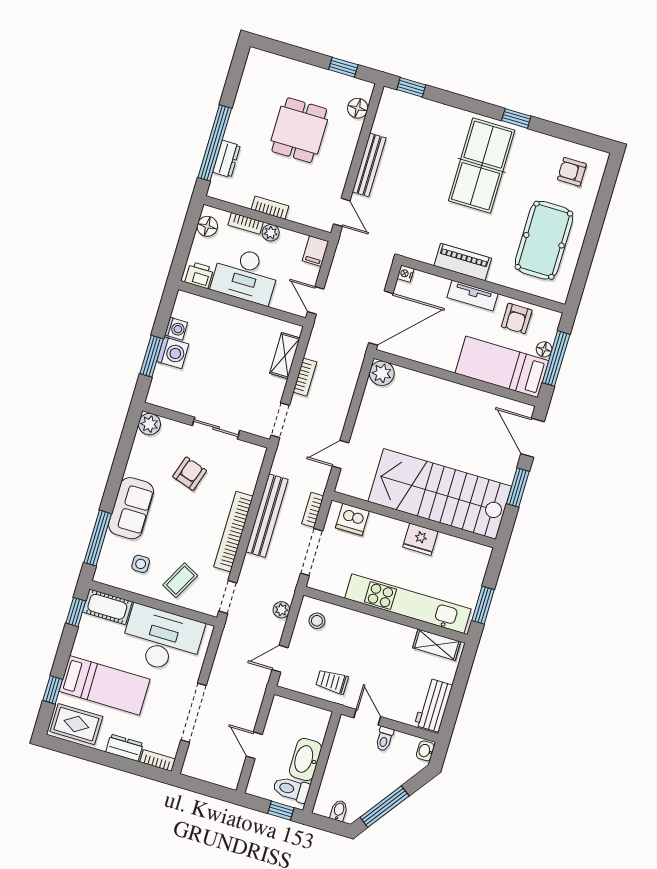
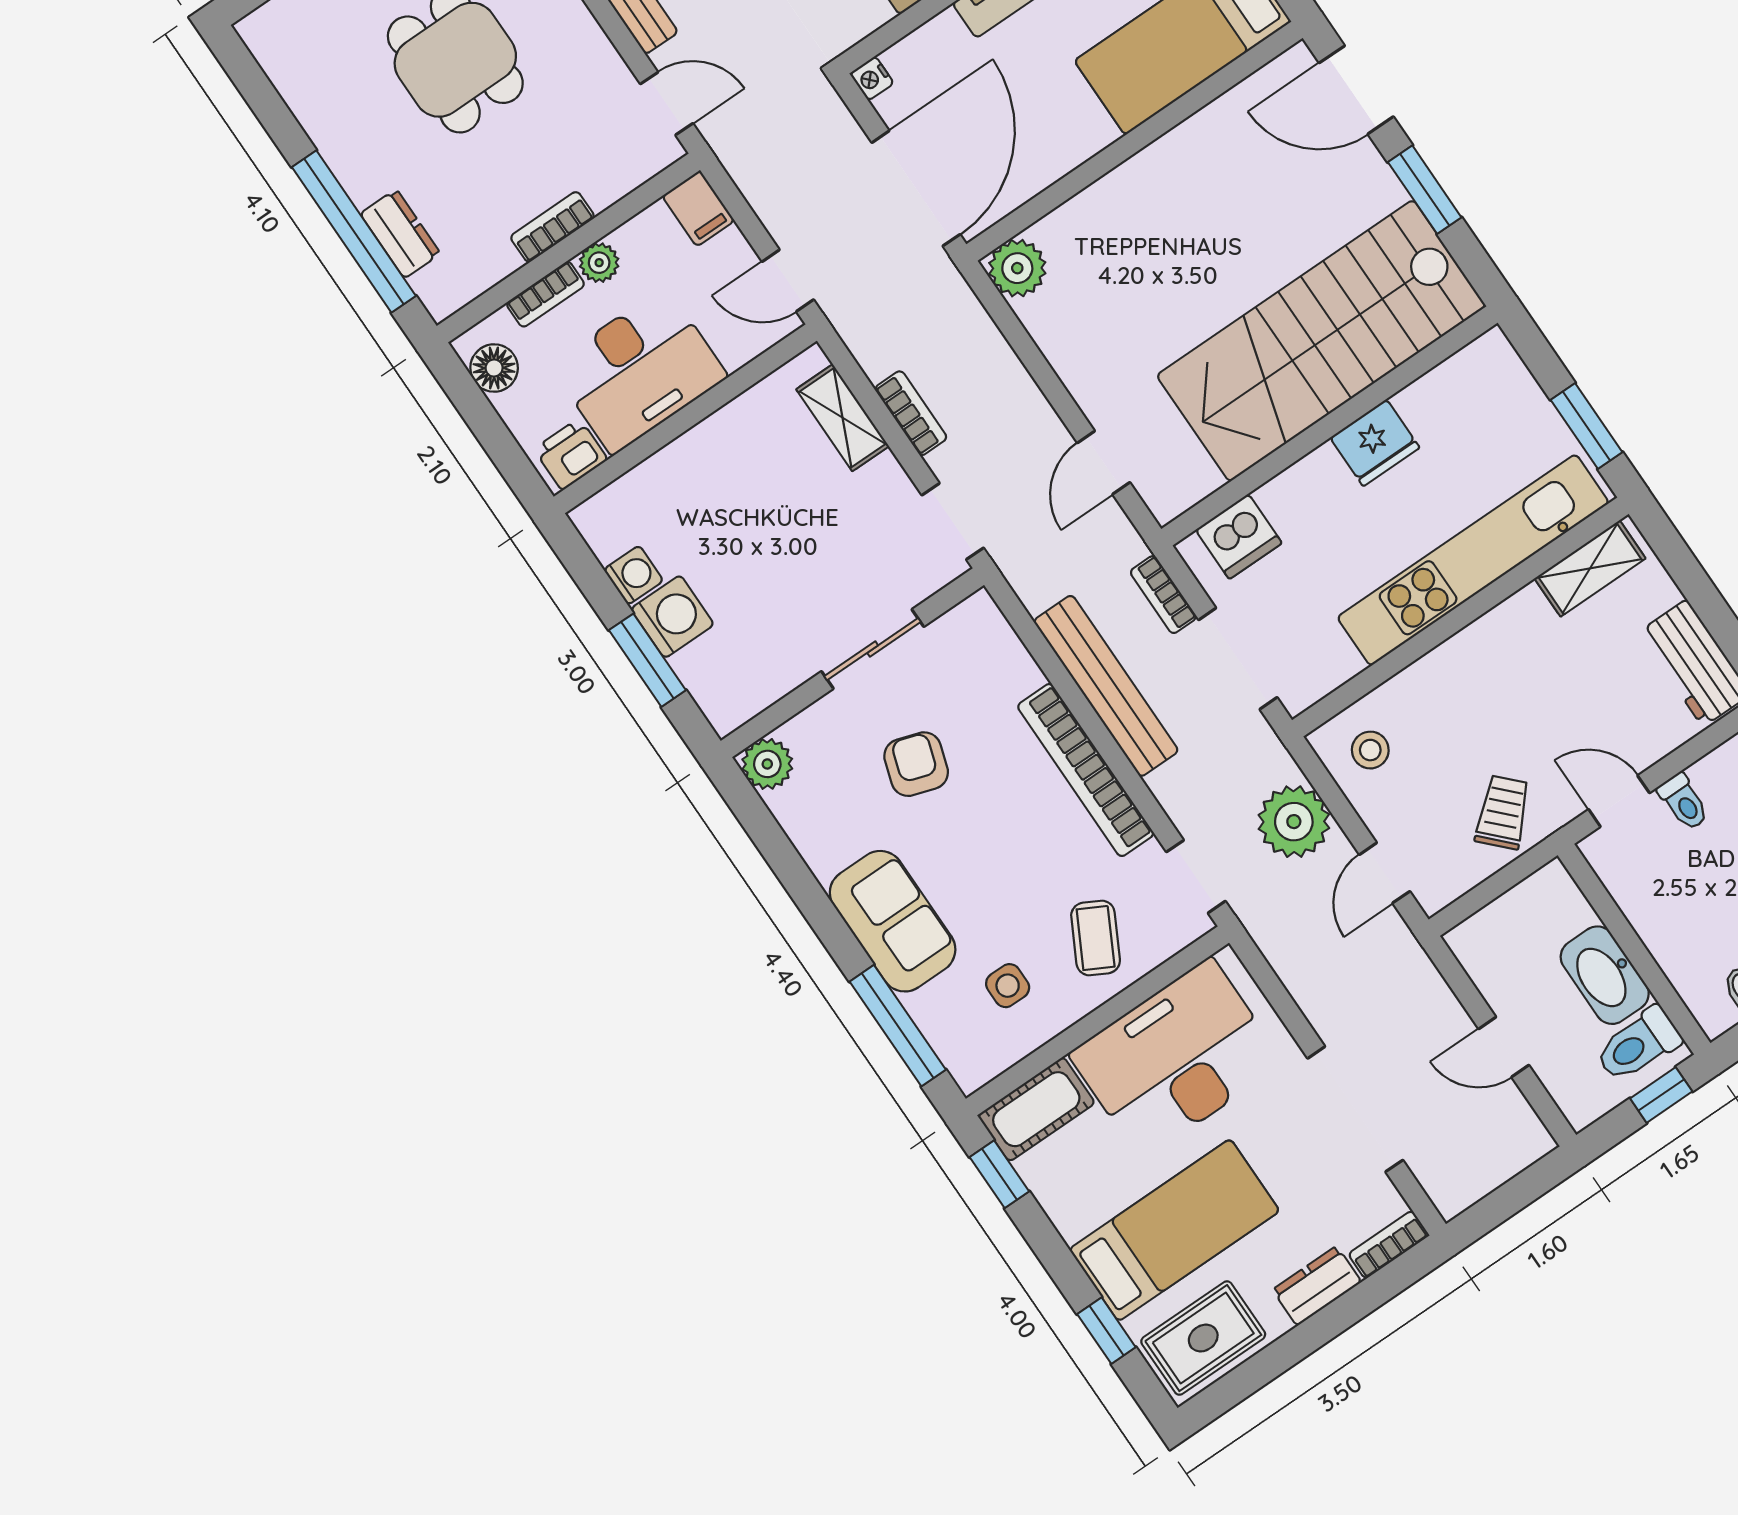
plant: (281, 610) -> (1294, 822), width x1.87, depth x1.87
trolley: (332, 682) -> (1503, 812), turned 136

